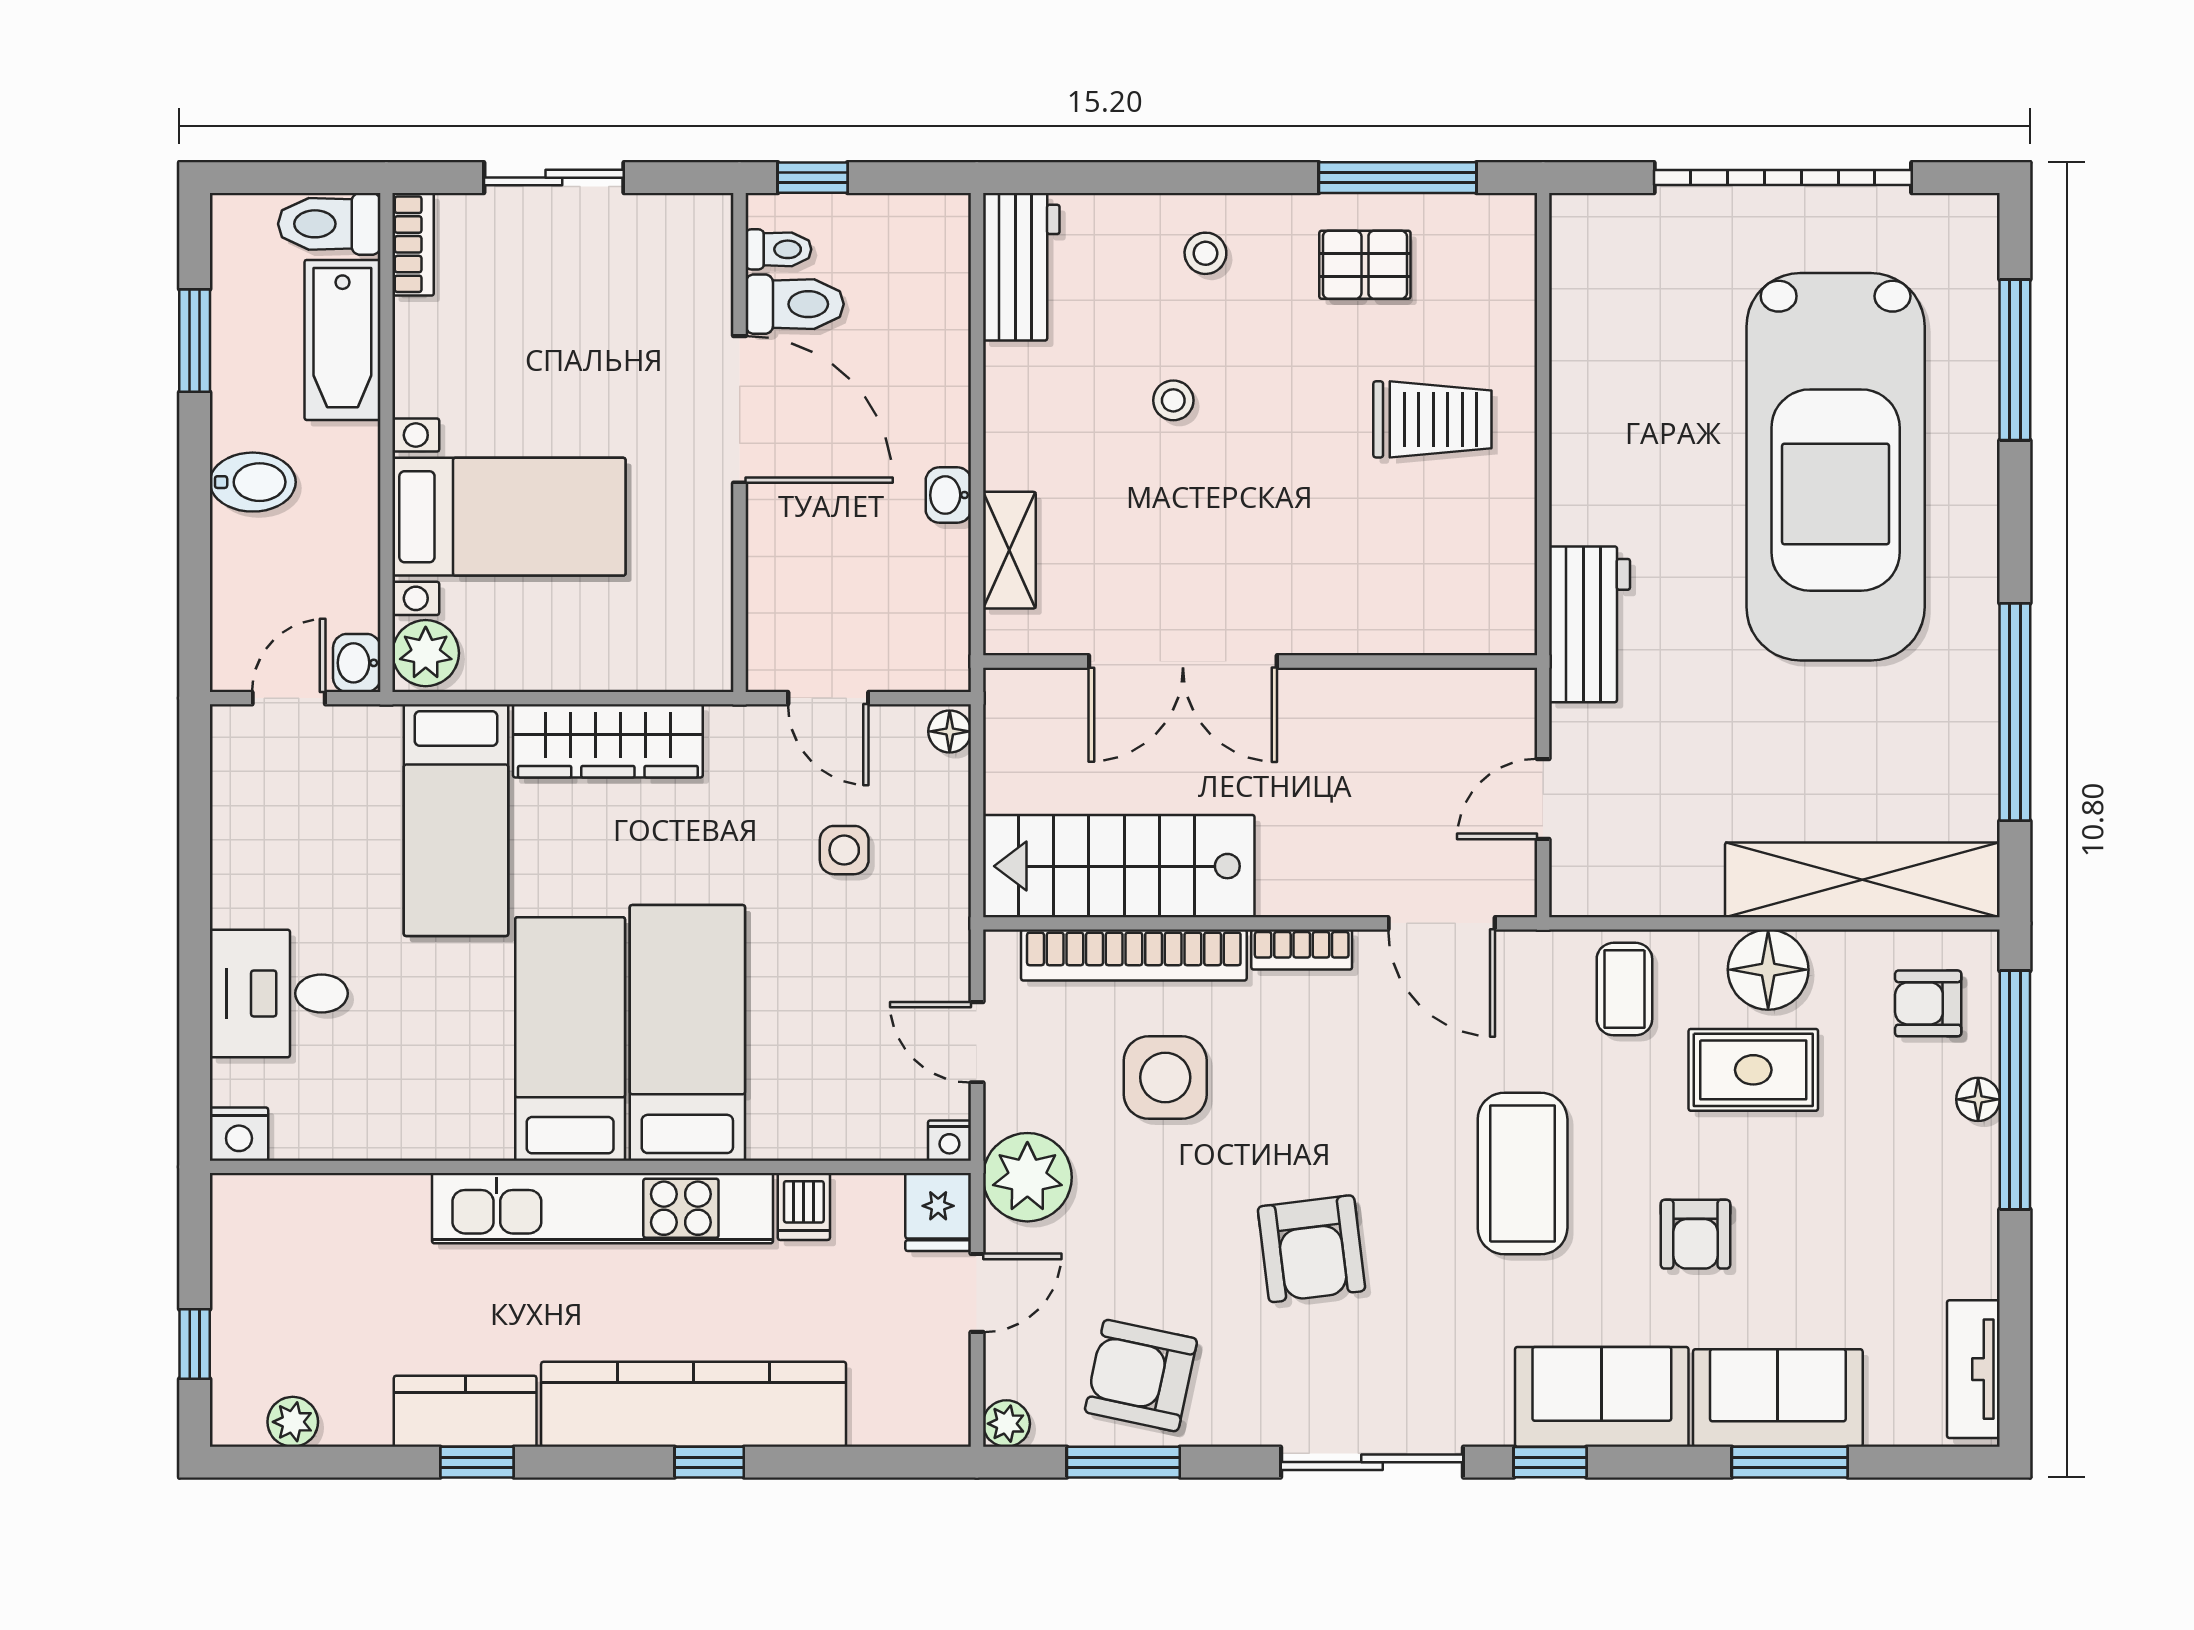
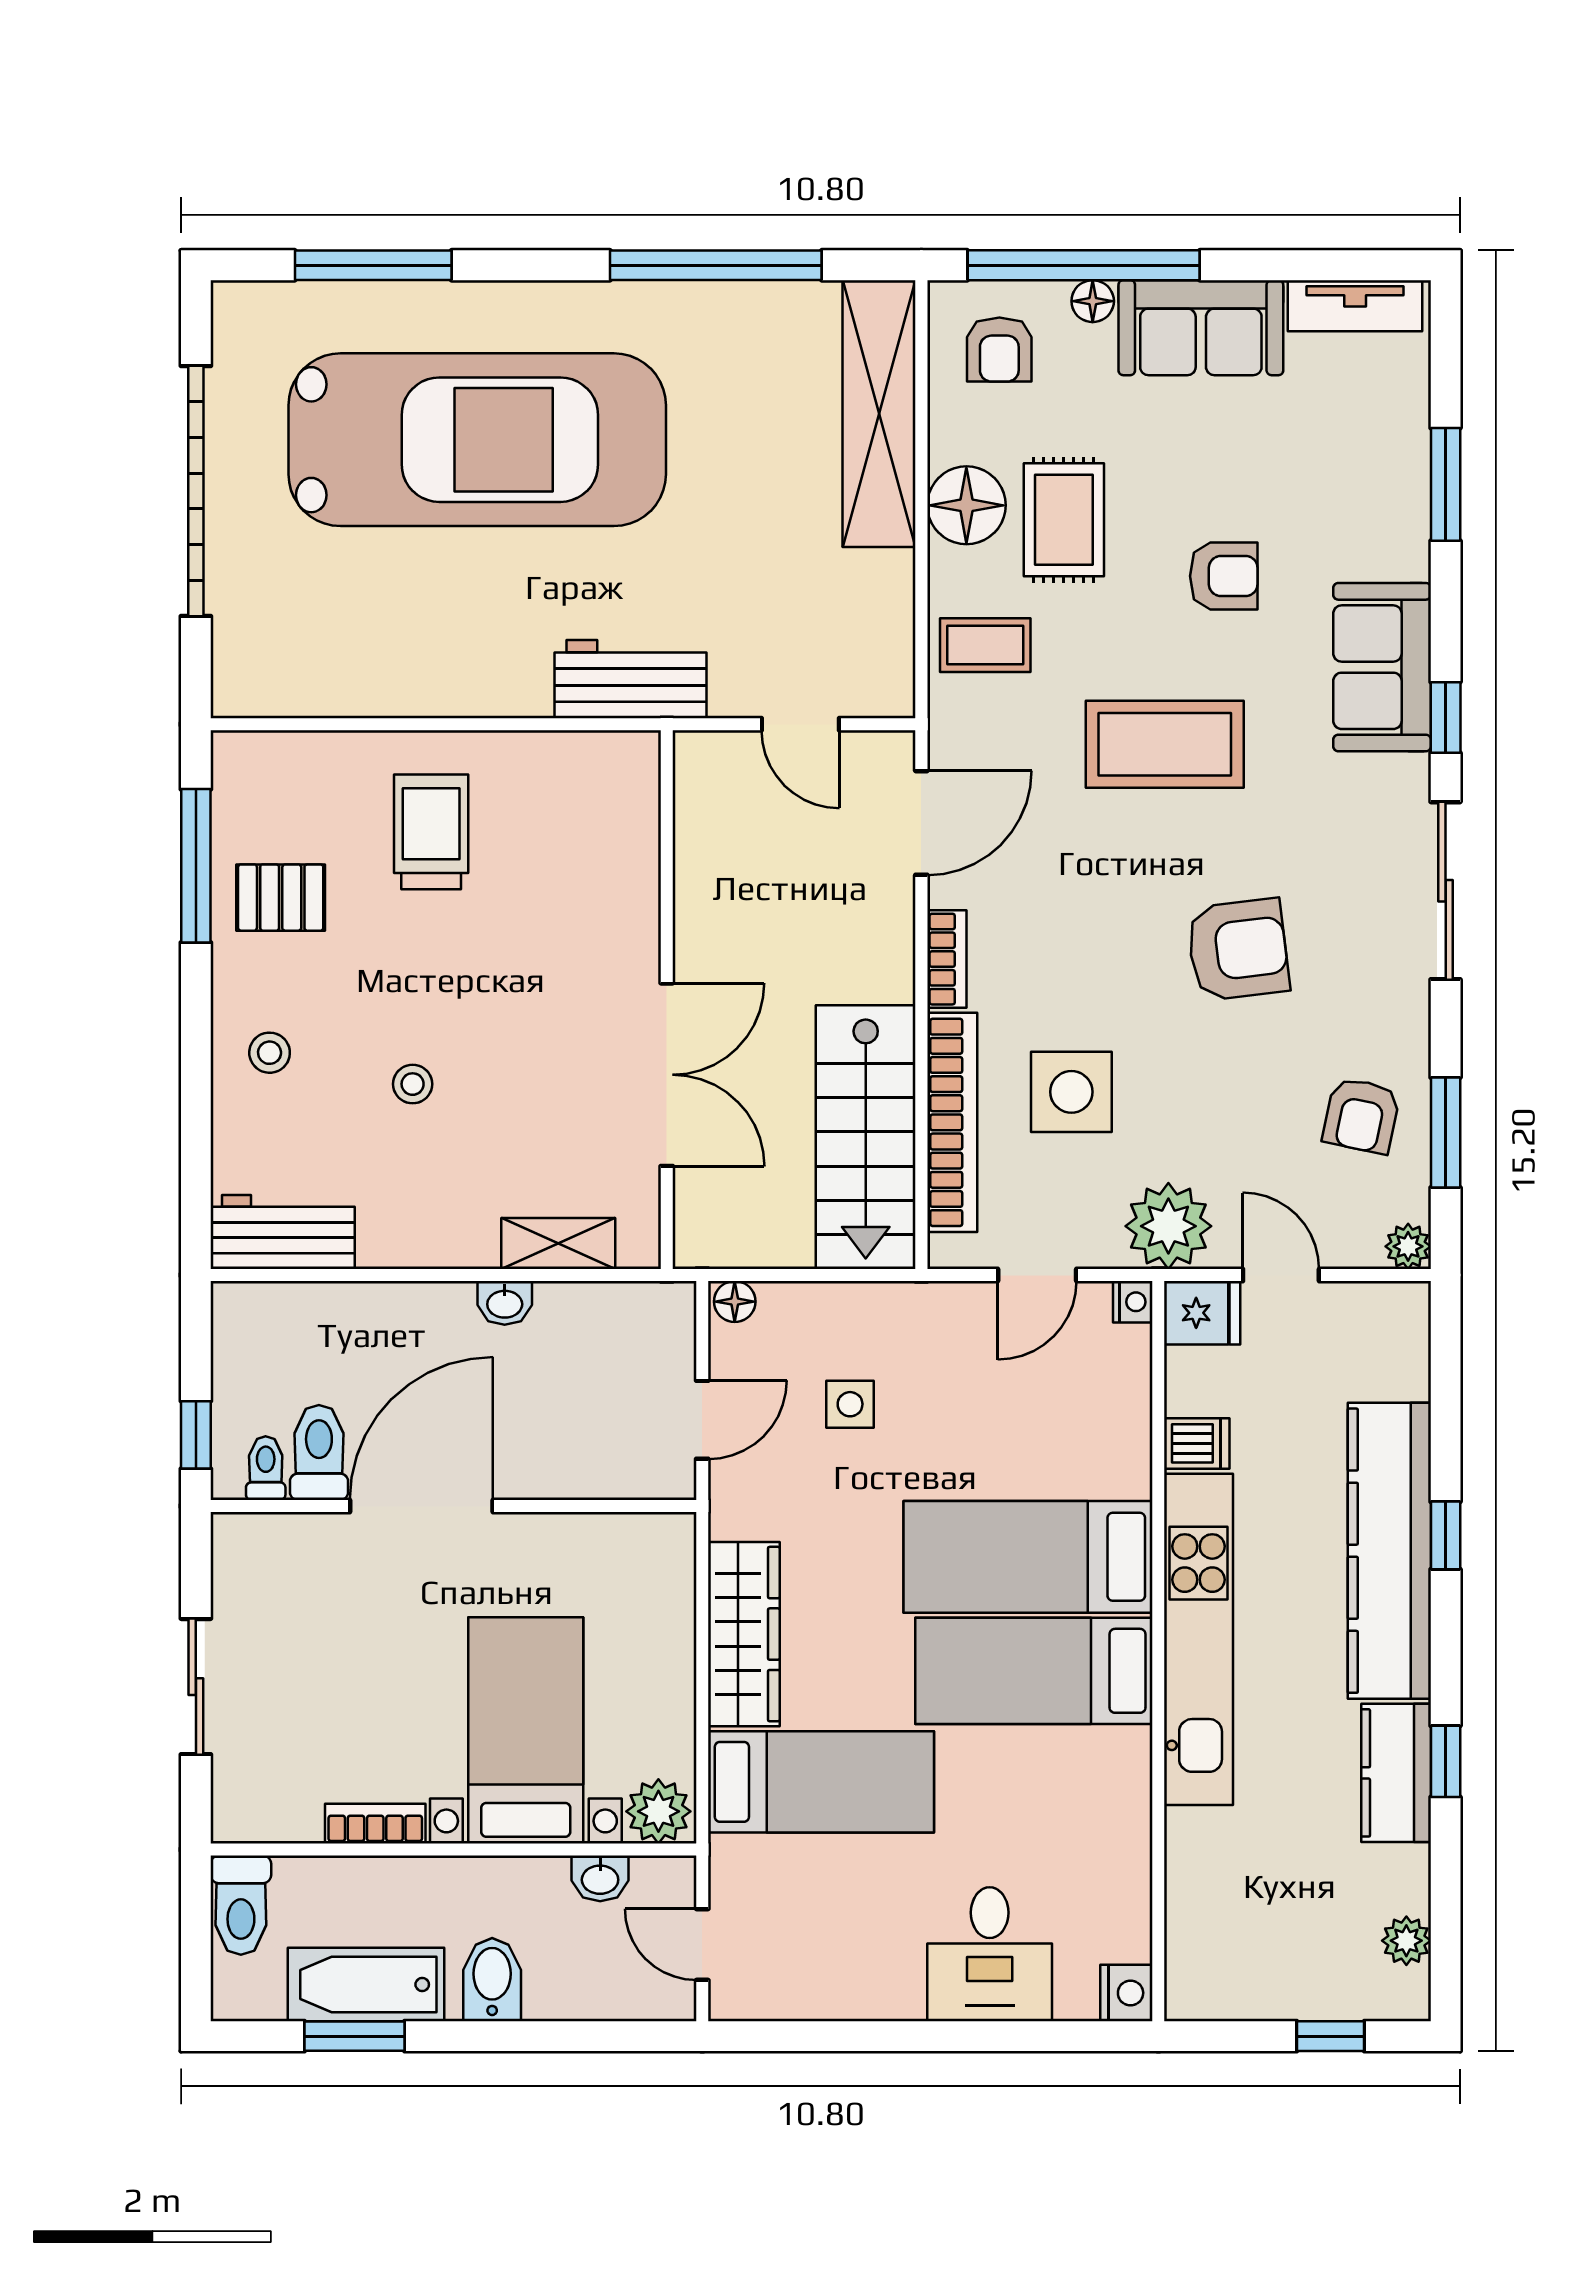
bookcase: (413, 244) -> (375, 1824), moved
pallet: (1365, 265) -> (281, 898), turned 90
bathtub: (342, 340) -> (366, 1984), moved, turned 180
washbasin: (357, 663) -> (600, 1878), moved
armchair: (1141, 1376) -> (1361, 1115), width x0.72, depth x0.72
sofa: (1778, 1398) -> (1201, 328), moved, turned -90

